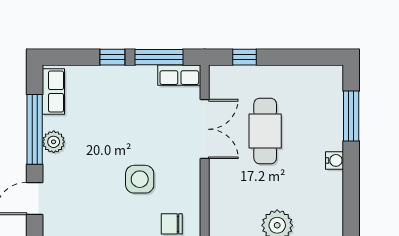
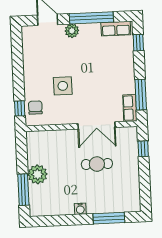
window: (112, 57) -> (138, 43), moved
cafe table: (265, 131) -> (97, 164), width x0.73, depth x0.74
plant: (54, 142) -> (72, 31), moved

